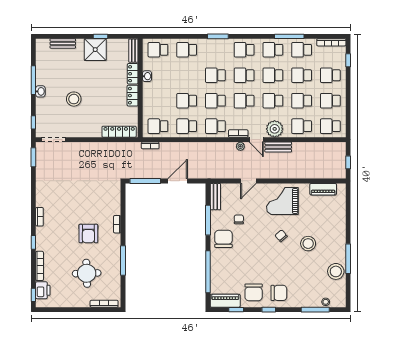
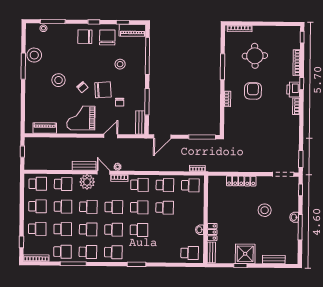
school desk: (187, 50) -> (164, 253), removed
locker: (133, 96) -> (213, 213), removed
locker: (119, 132) -> (241, 181), moved
door: (178, 181) -> (162, 137), moved
grand piano: (282, 201) -> (81, 118), turned 180
chair: (223, 239) -> (103, 90), moved, turned -94
stool: (239, 262) -> (120, 64), added
printer: (43, 290) -> (293, 90), moved

